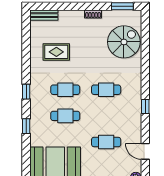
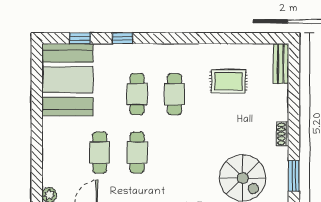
rug: (56, 52) -> (228, 81), turned 90
cafe table: (106, 90) -> (137, 153), moved
window: (26, 92) -> (80, 38), moved

